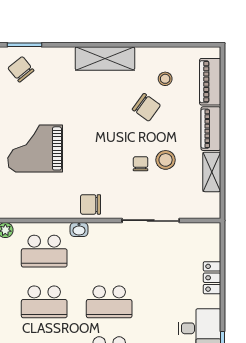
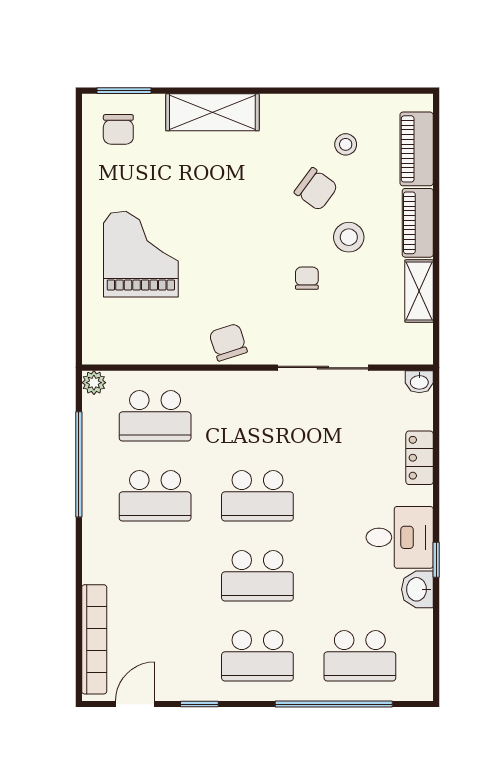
shelving: (105, 58) -> (212, 112), moved
chair: (21, 69) -> (118, 129), turned -141
grand piano: (35, 148) -> (141, 254), turned 90
stool: (166, 160) -> (349, 237), moved
chair: (91, 204) -> (228, 342), turned 72
washbasin: (79, 229) -> (419, 382), moved

